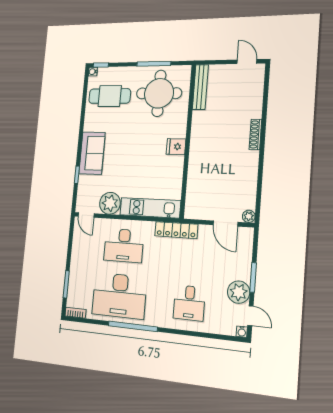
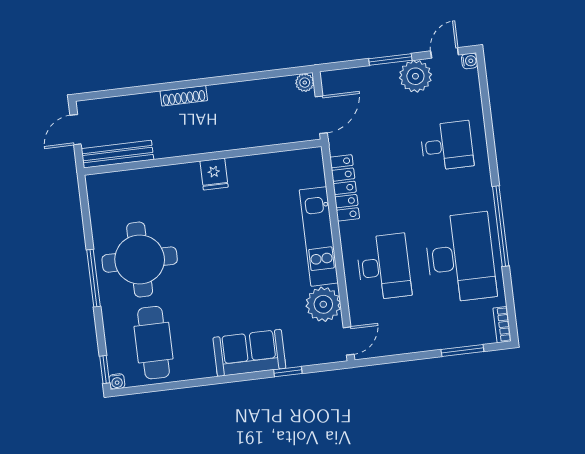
bench: (200, 87) -> (117, 154), moved
wall: (188, 141) -> (203, 157), moved
fridge: (176, 147) -> (214, 174), moved

